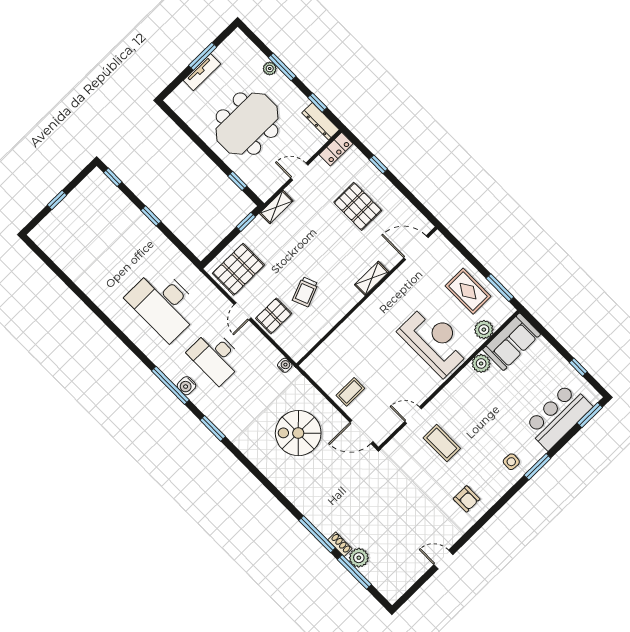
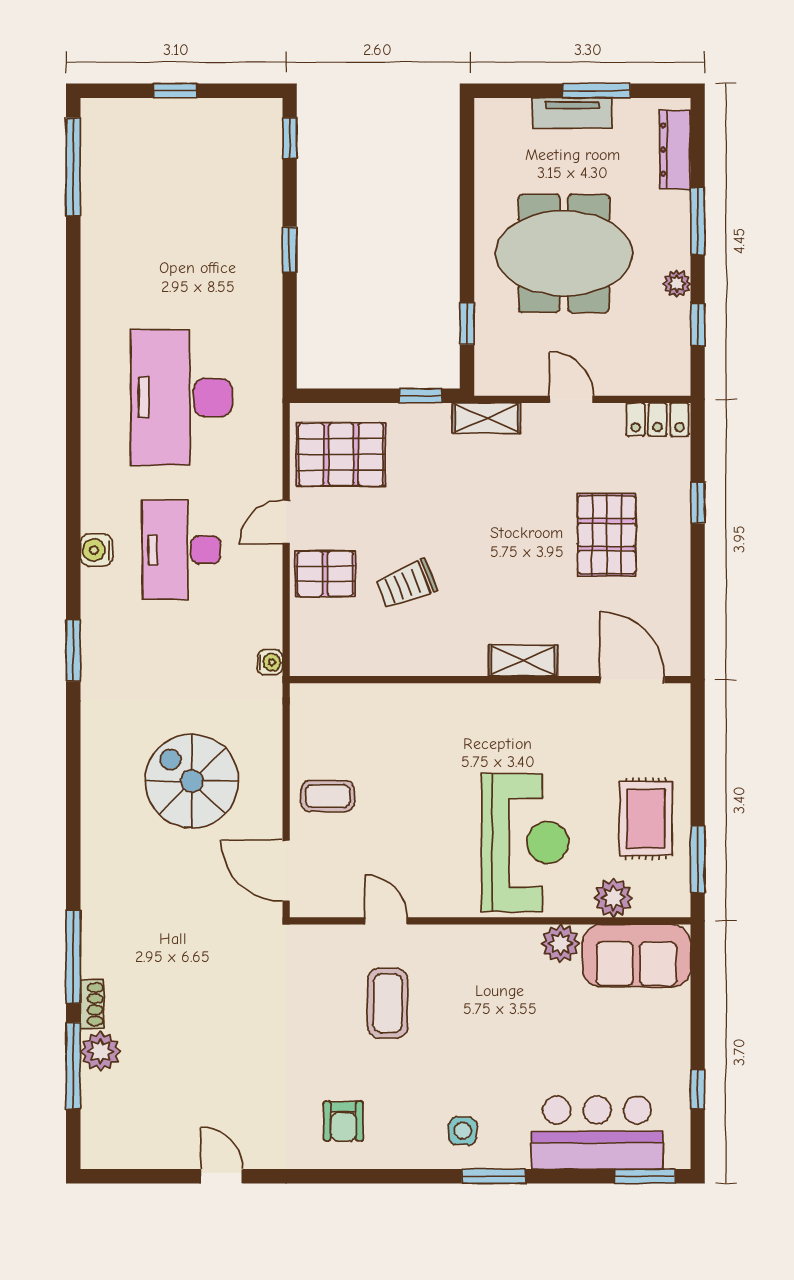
plant: (270, 69) -> (677, 284), moved
dresser: (321, 121) -> (675, 150), moved
window: (170, 385) -> (73, 167), moved

